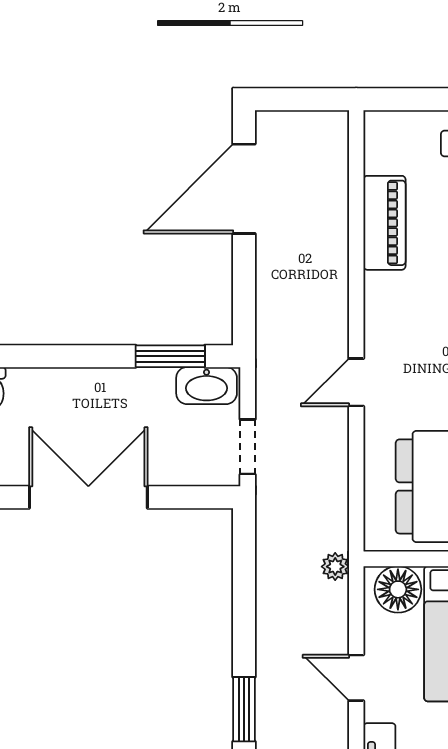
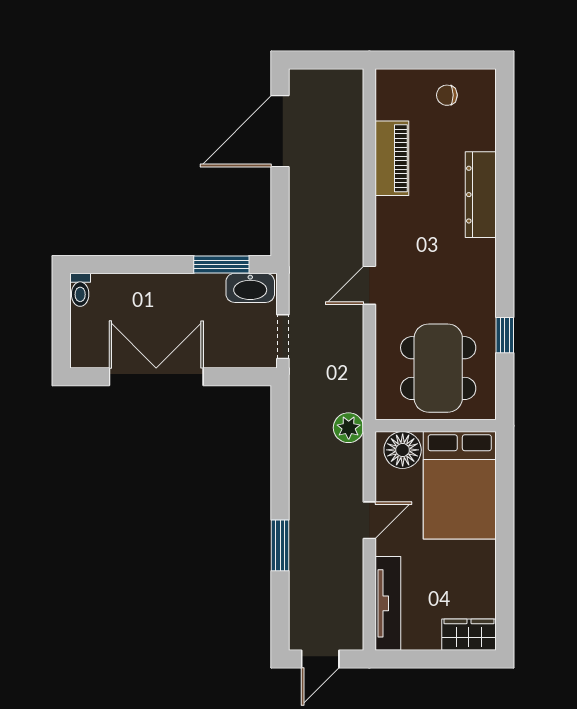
plant: (335, 567) -> (349, 428), width x1.38, depth x1.38
door: (356, 678) -> (369, 520), swing flipped

